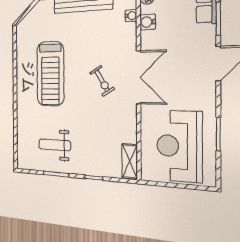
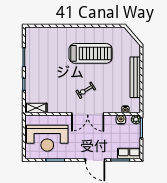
treadmill: (50, 74) -> (91, 53), turned 180
weight bench: (55, 145) -> (43, 56), removed
reception desk: (179, 146) -> (47, 138), turned 180

